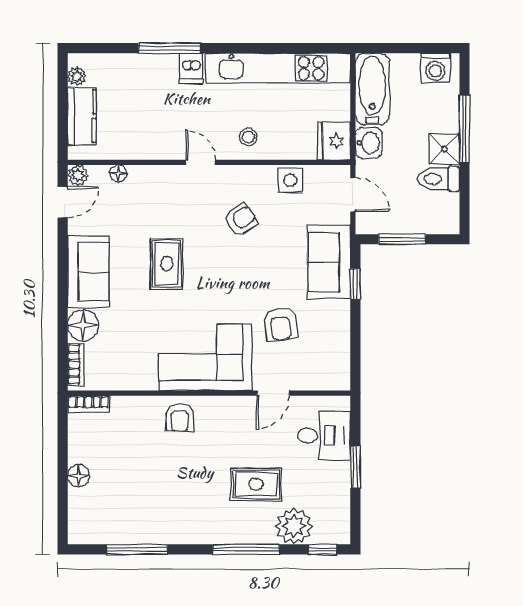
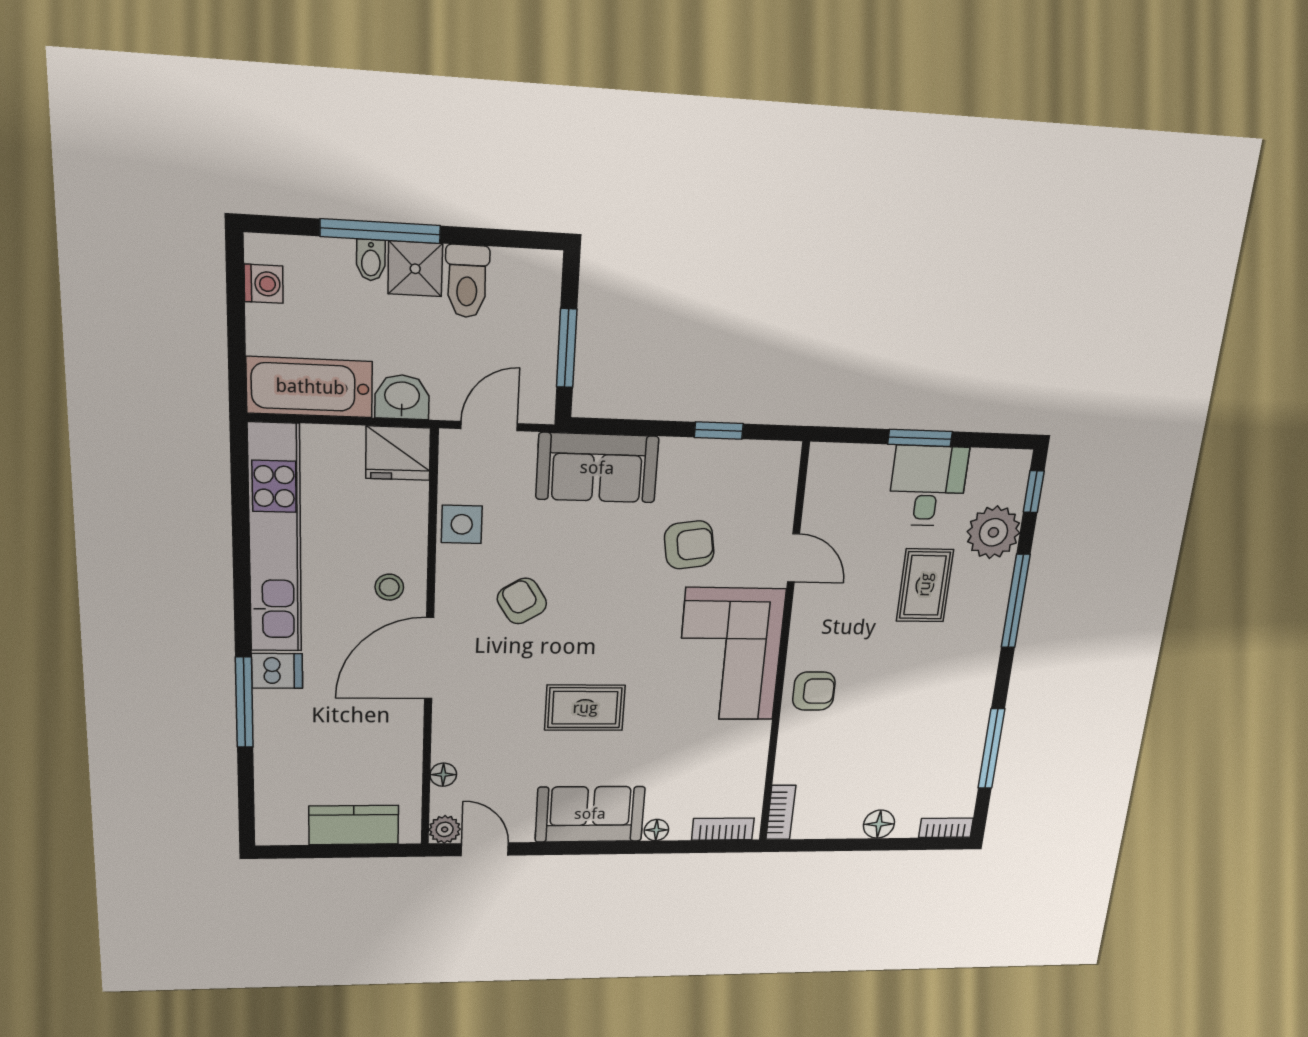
washing machine: (435, 68) -> (264, 284), width x0.73, depth x0.73
plant: (77, 76) -> (291, 833), removed
bidet: (448, 124) -> (371, 260), added
door: (201, 162) -> (429, 658), width x1.88
window: (355, 284) -> (719, 430), moved
floor lamp: (83, 325) -> (656, 830), width x0.53, depth x0.53
desk: (324, 435) -> (928, 486), moved
bookcase: (75, 525) -> (946, 828), added

